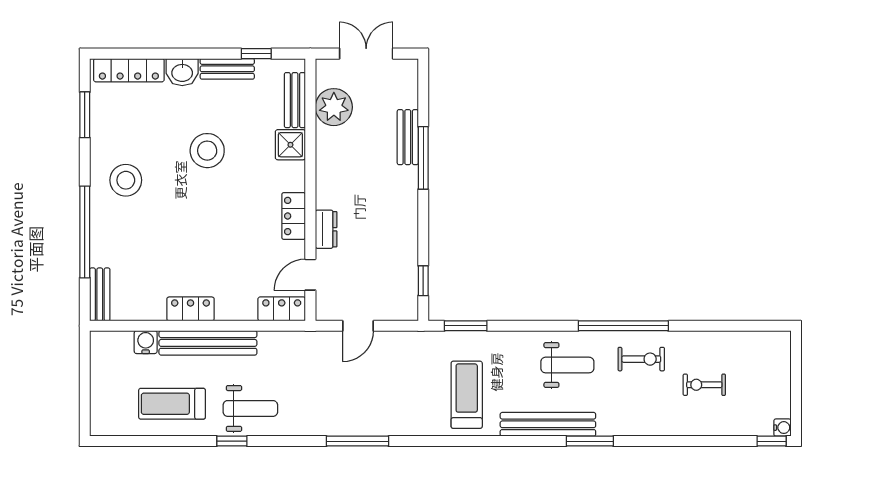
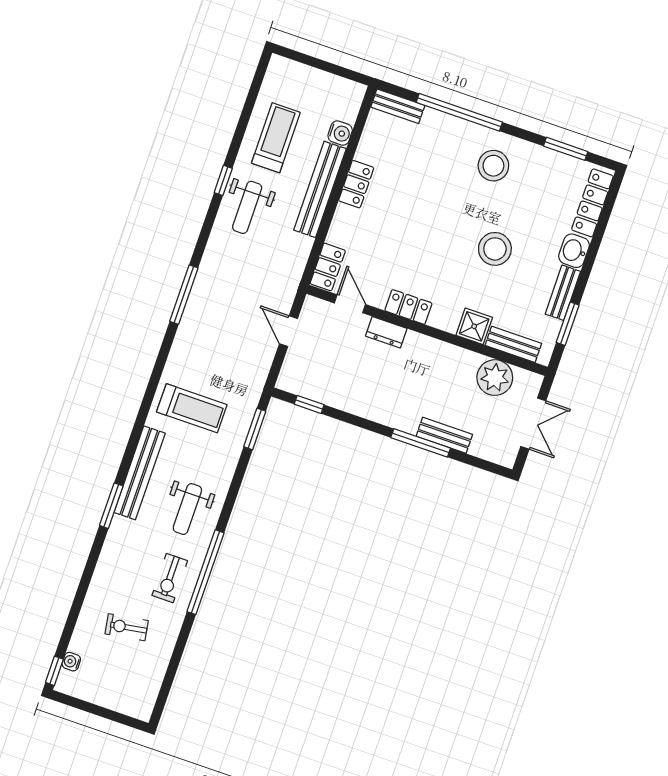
window: (256, 54) -> (568, 324), width x1.50
exercise bike: (704, 385) -> (127, 627), turned -99
water cooler: (782, 428) -> (71, 662), moved, turned 90

